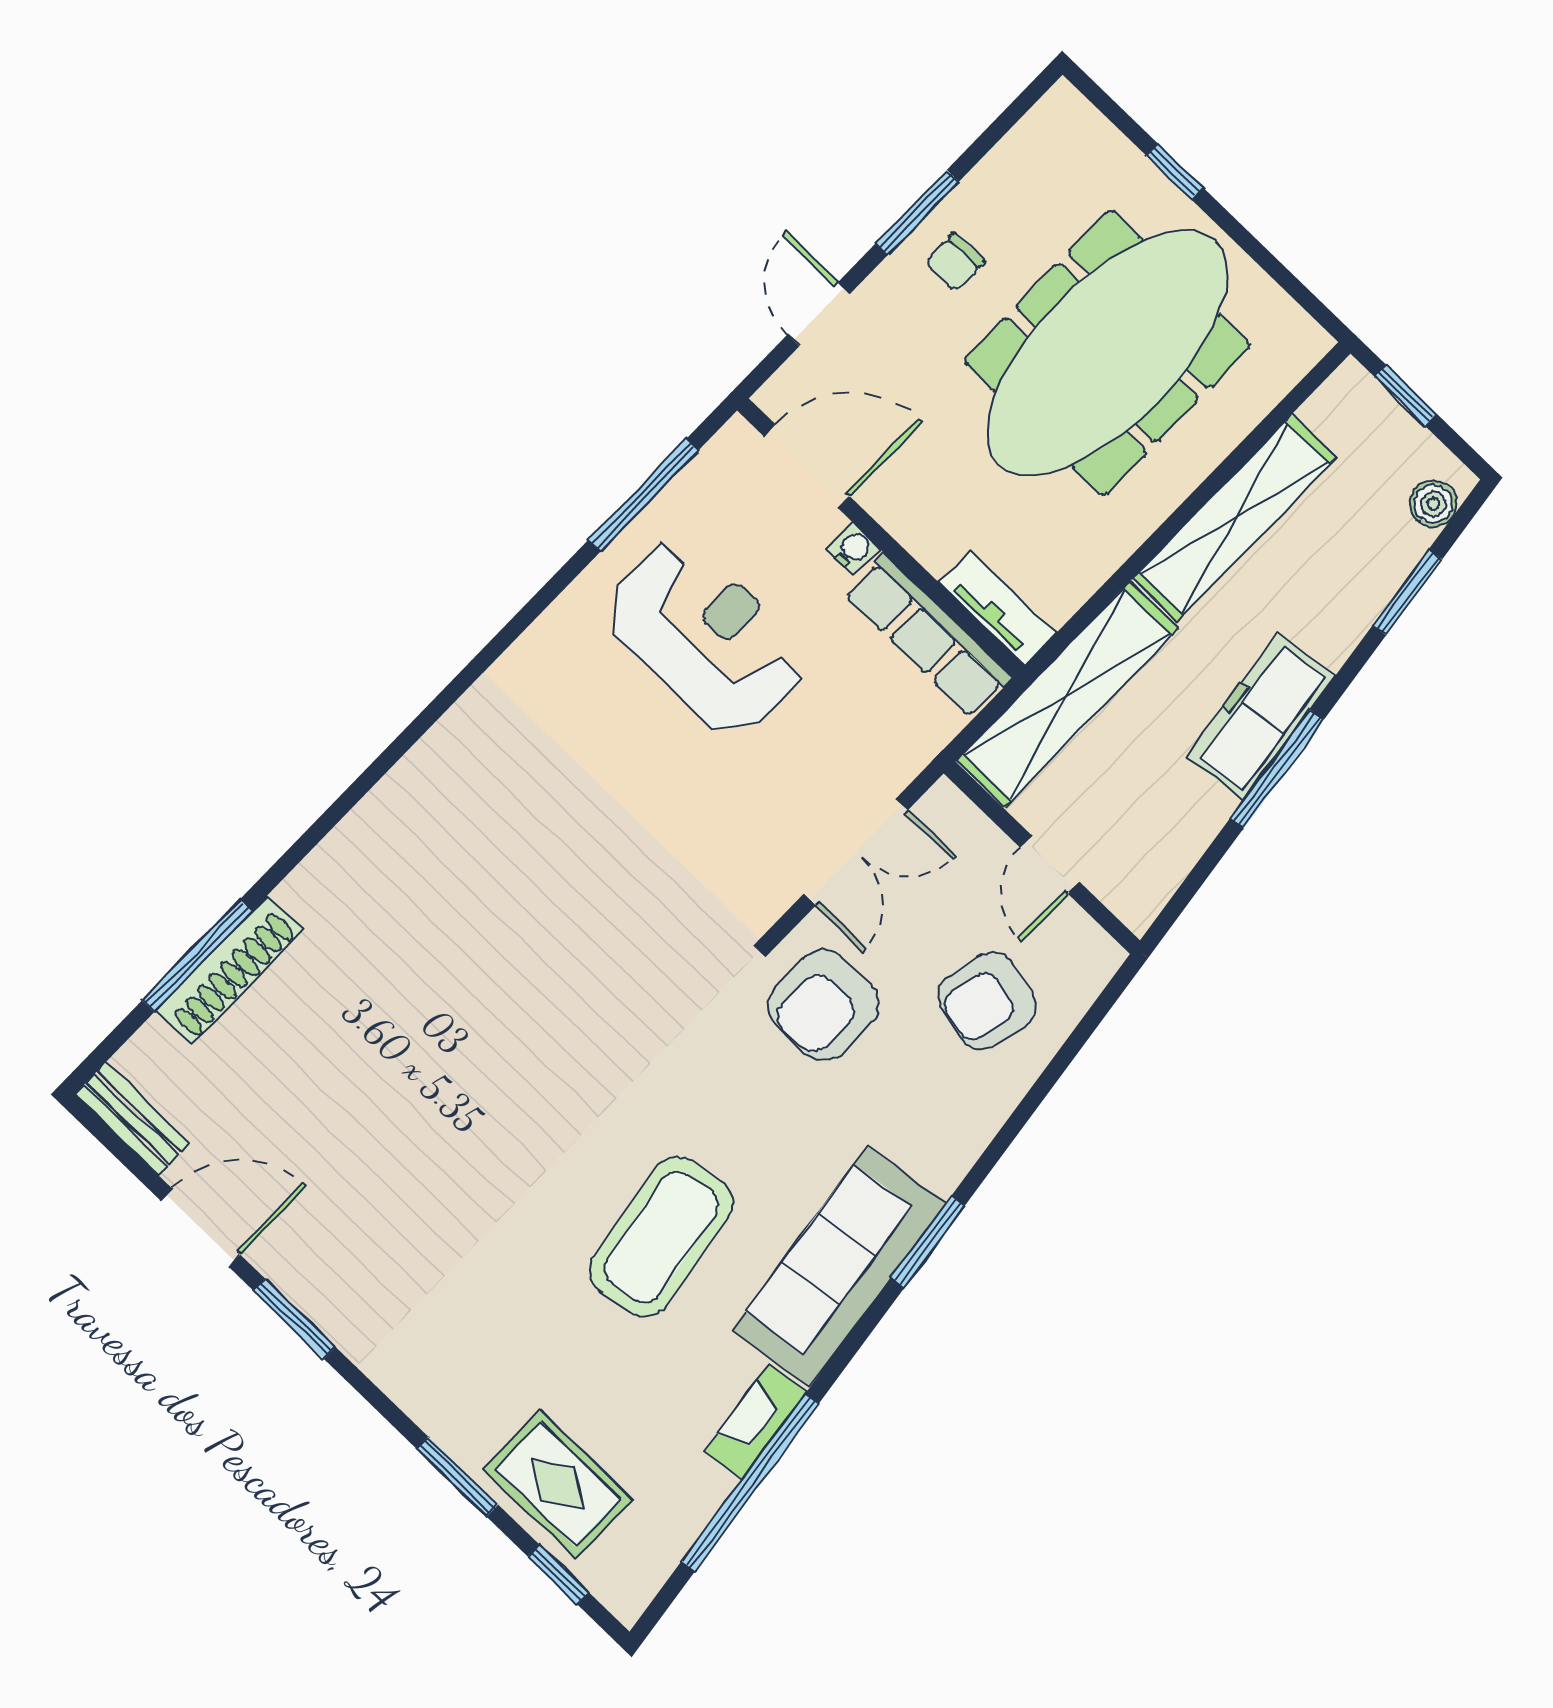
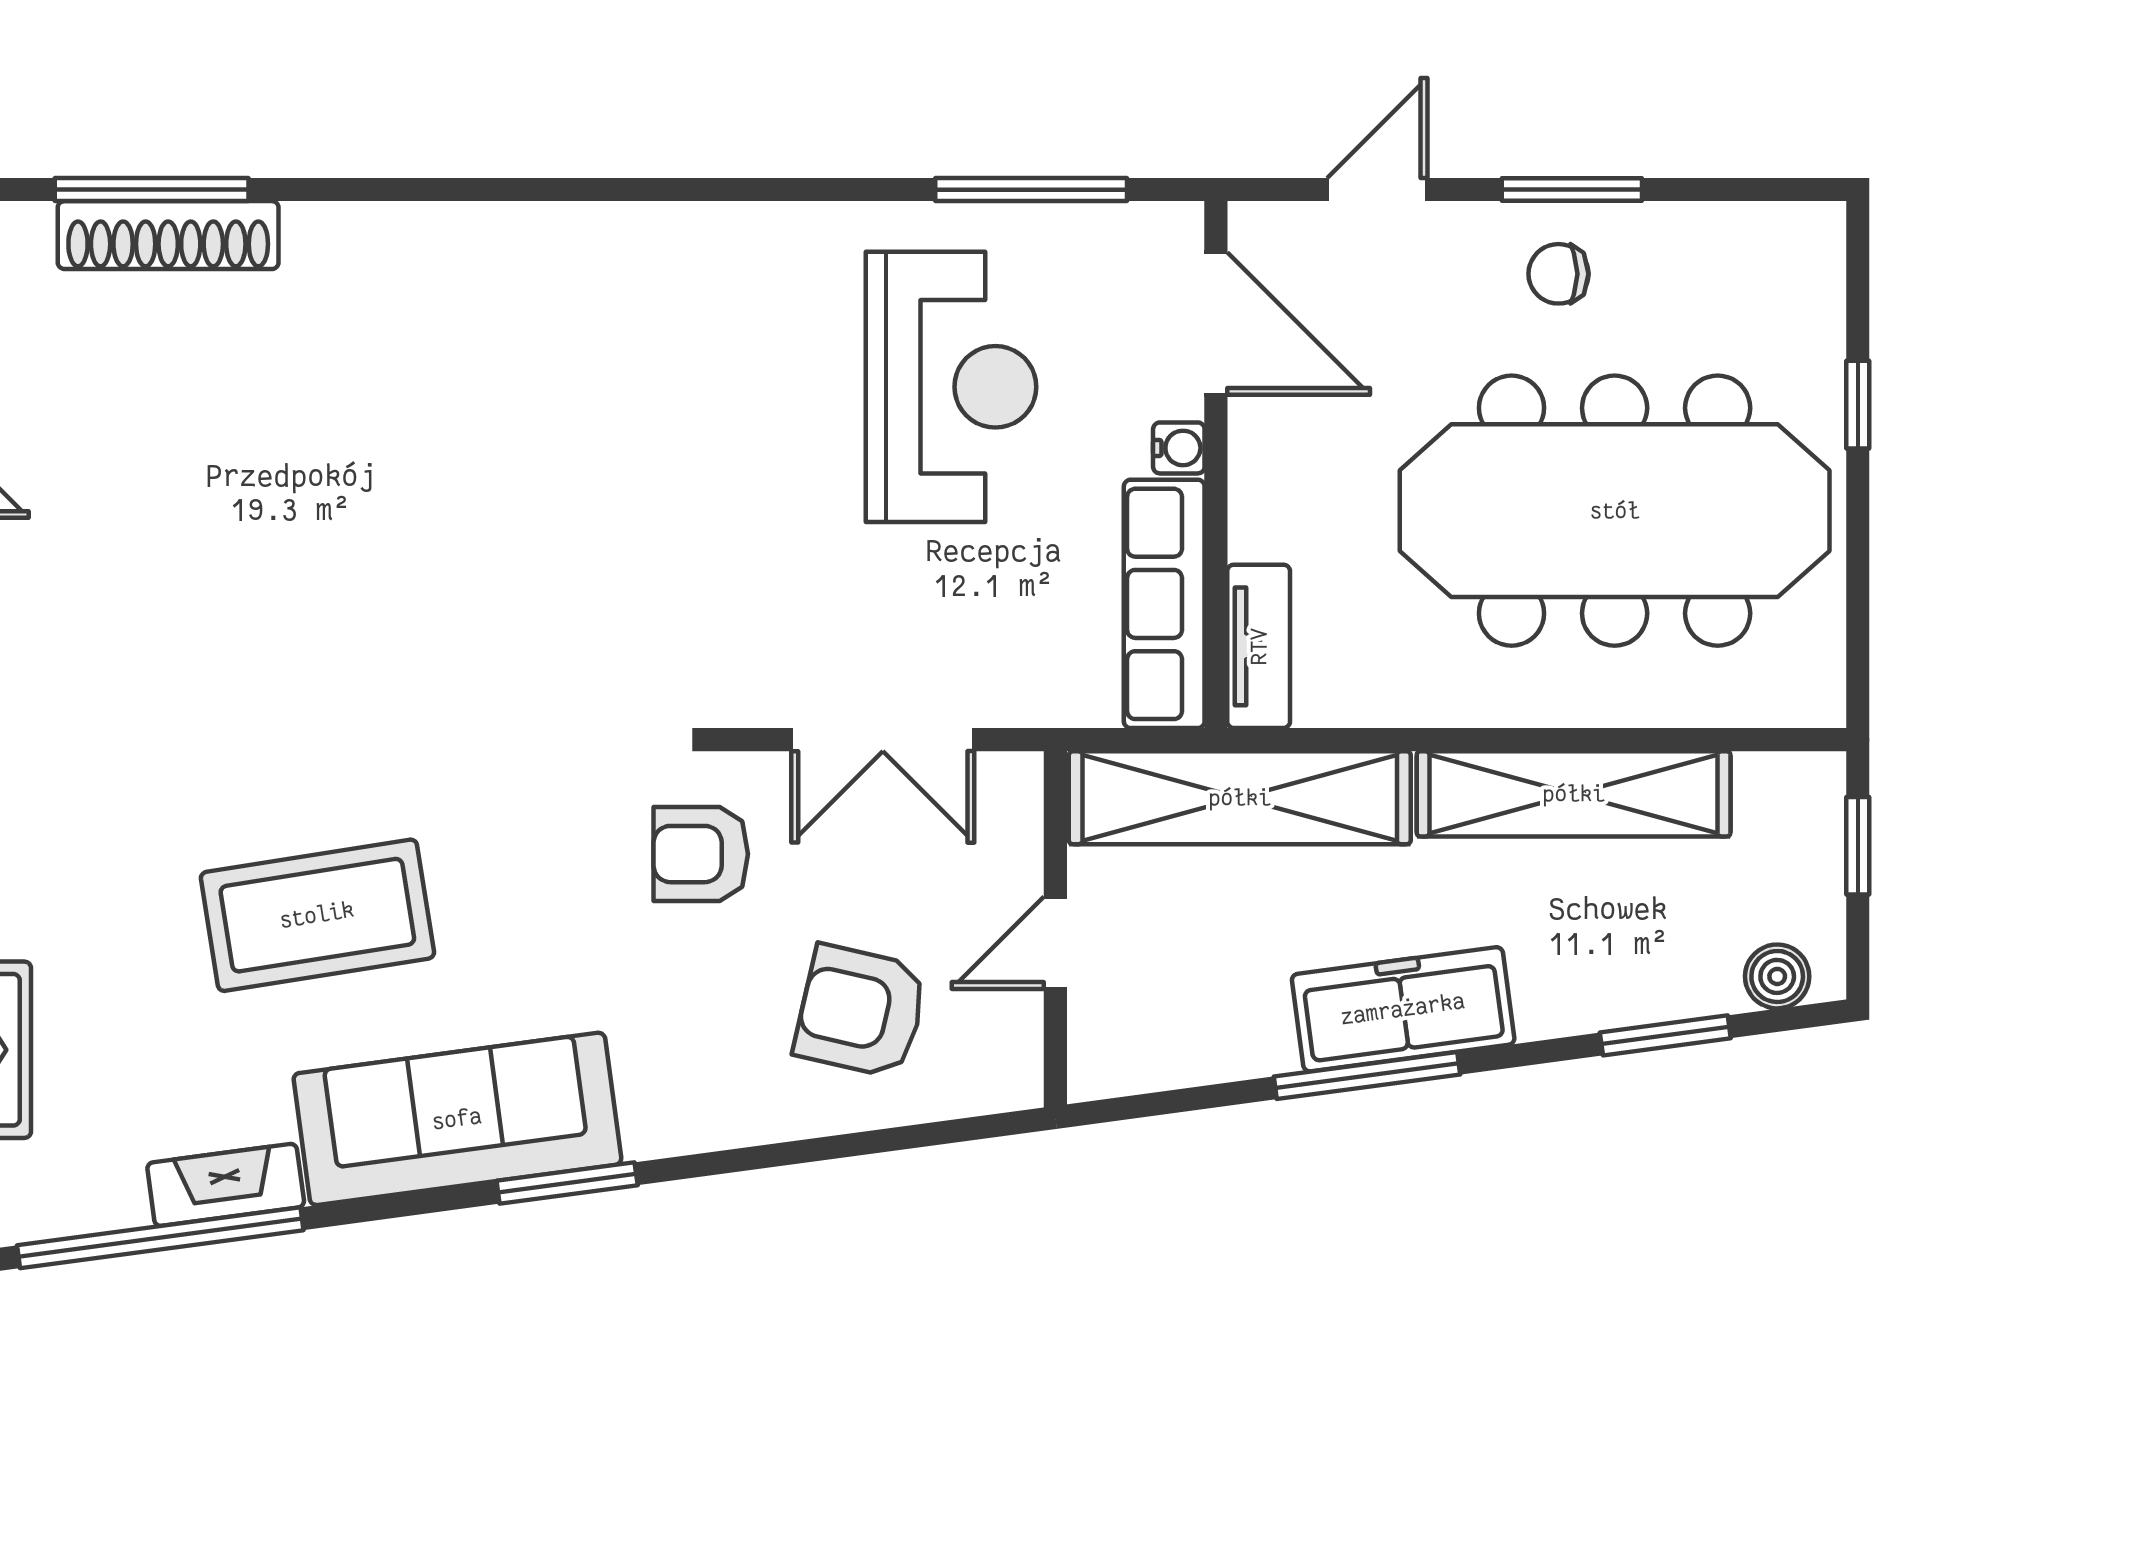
armchair: (823, 1005) -> (701, 854), width x0.72, depth x0.72

